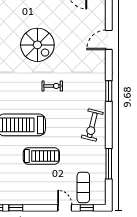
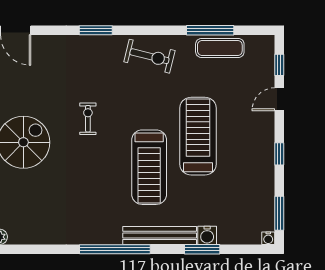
treadmill: (41, 156) -> (198, 136), width x1.37, depth x1.38
exercise mat: (83, 187) -> (220, 48), moved
window: (16, 208) -> (279, 154), moved

